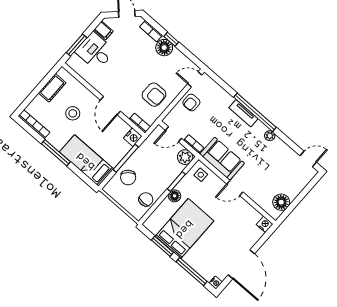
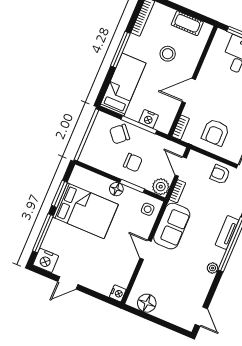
nightstand: (133, 137) -> (149, 119), moved
chair: (146, 199) -> (133, 163), moved
door: (241, 264) -> (68, 283), width x0.53
nightstand: (216, 283) -> (46, 260), width x1.89, depth x1.79

